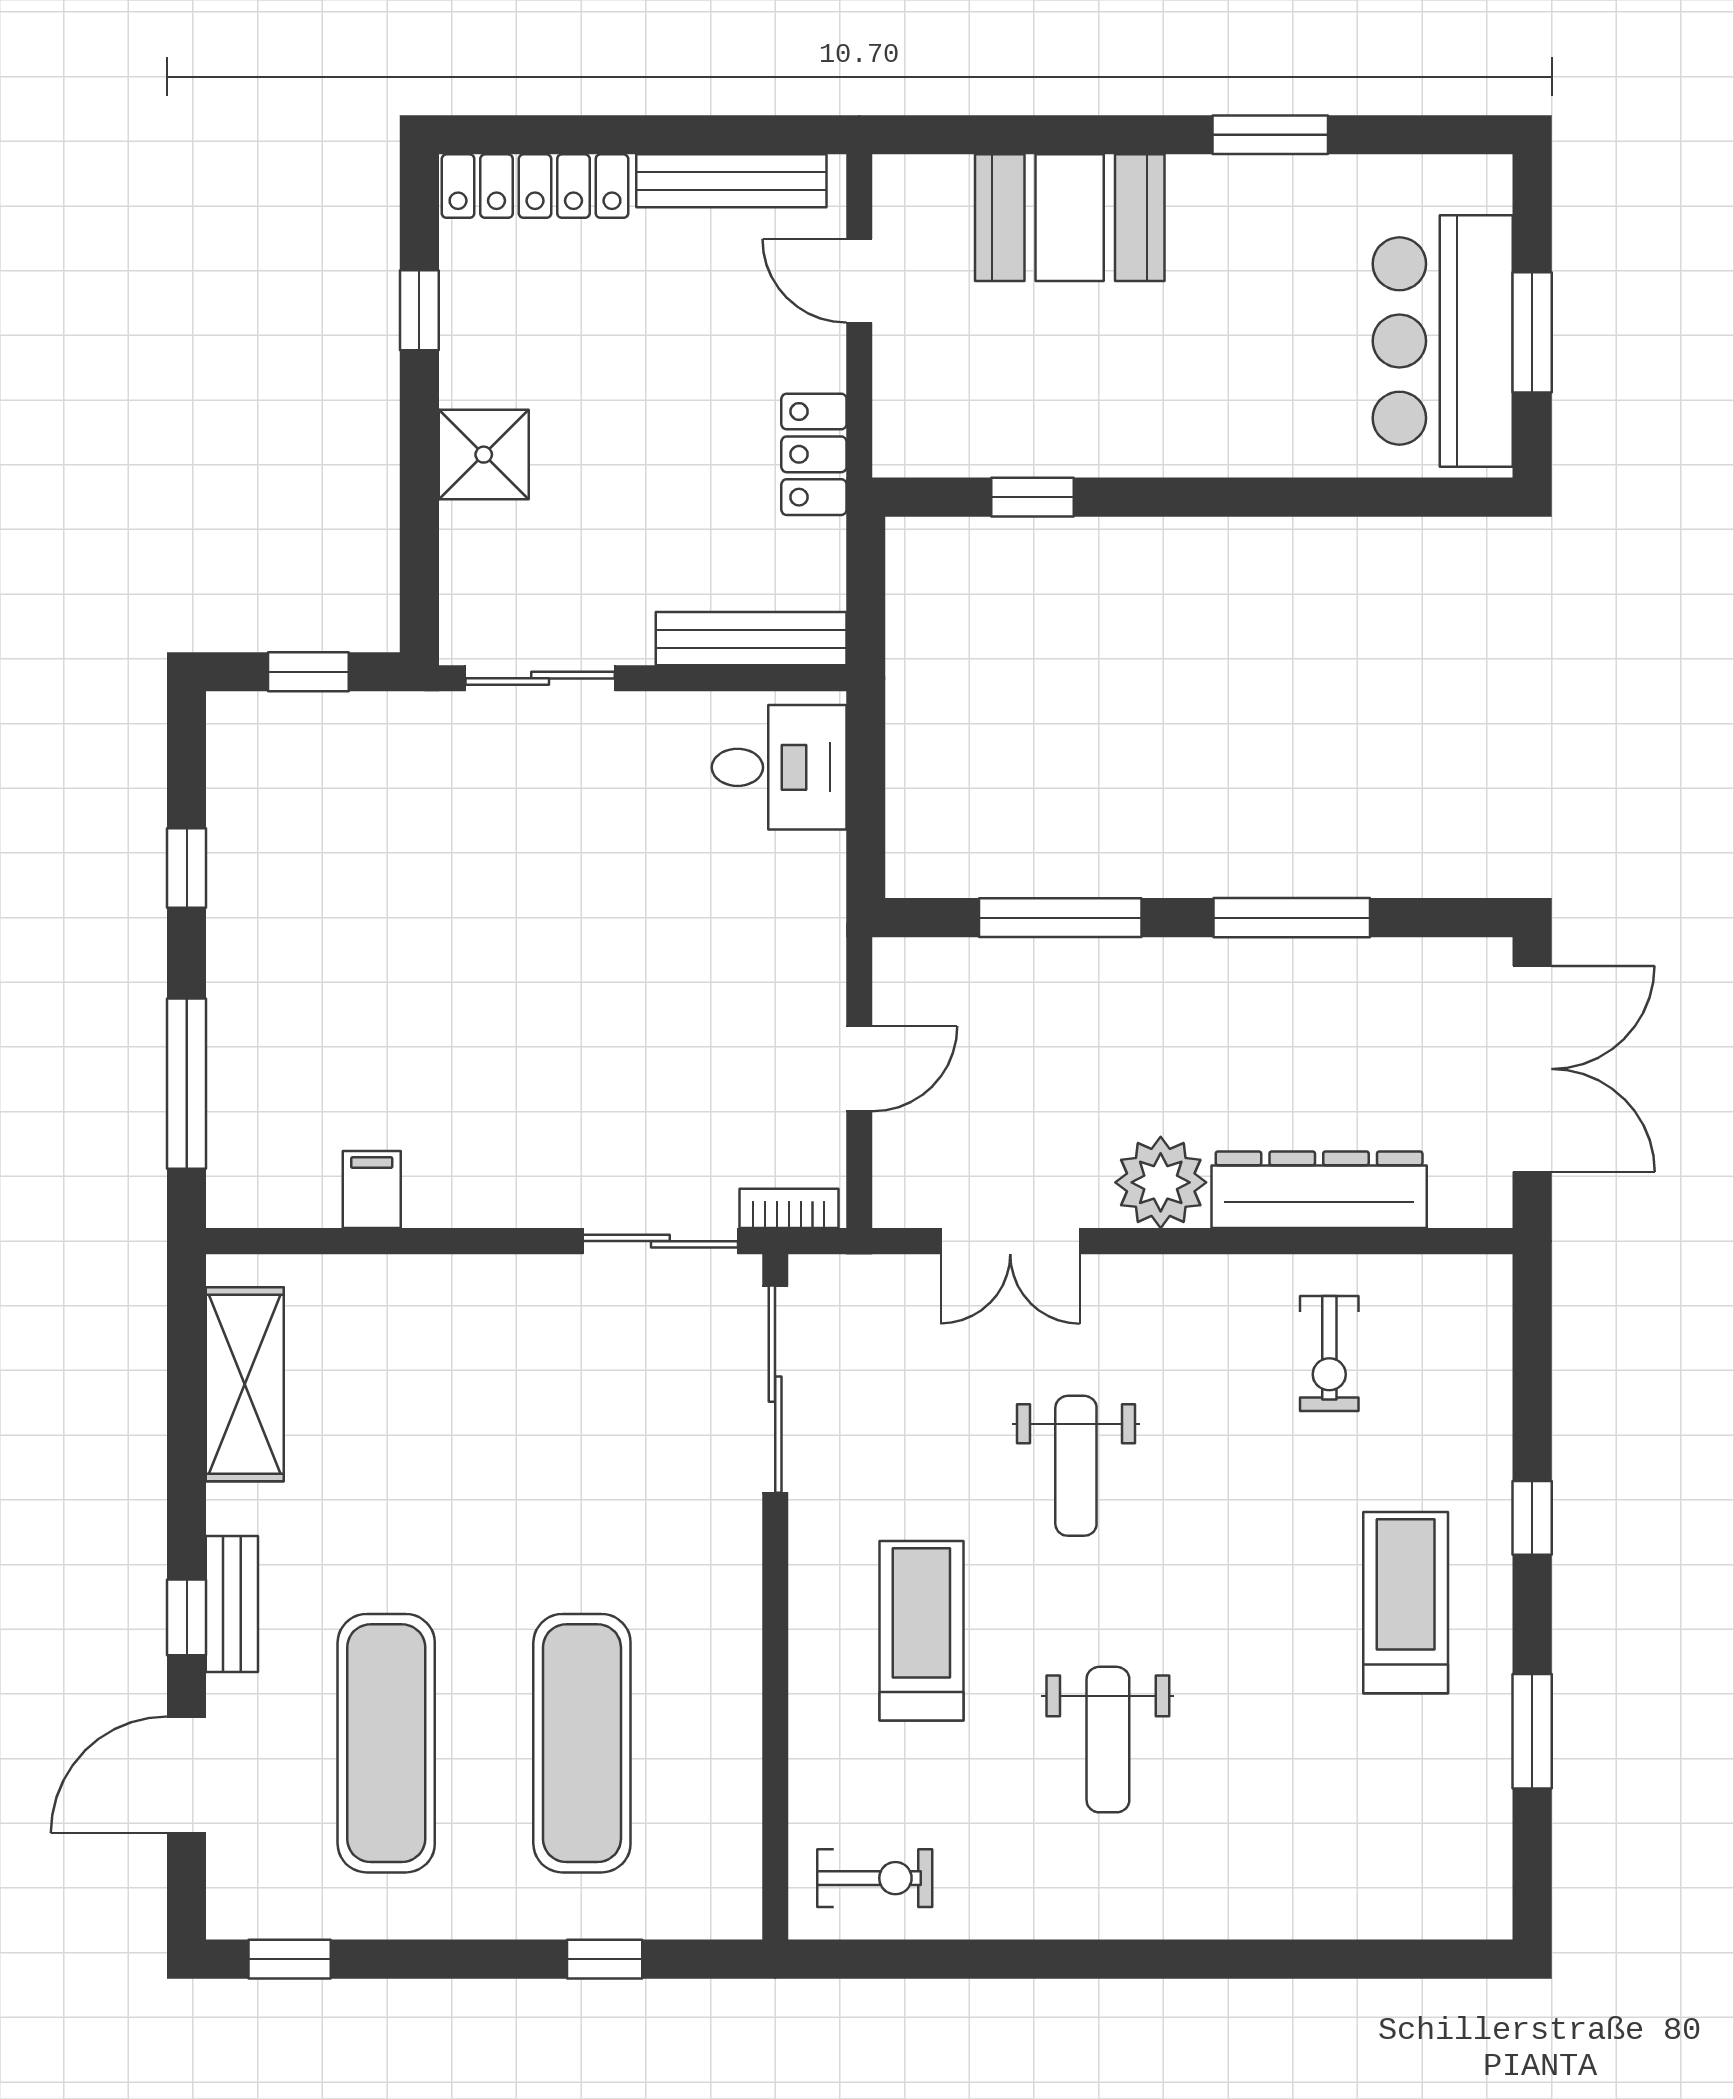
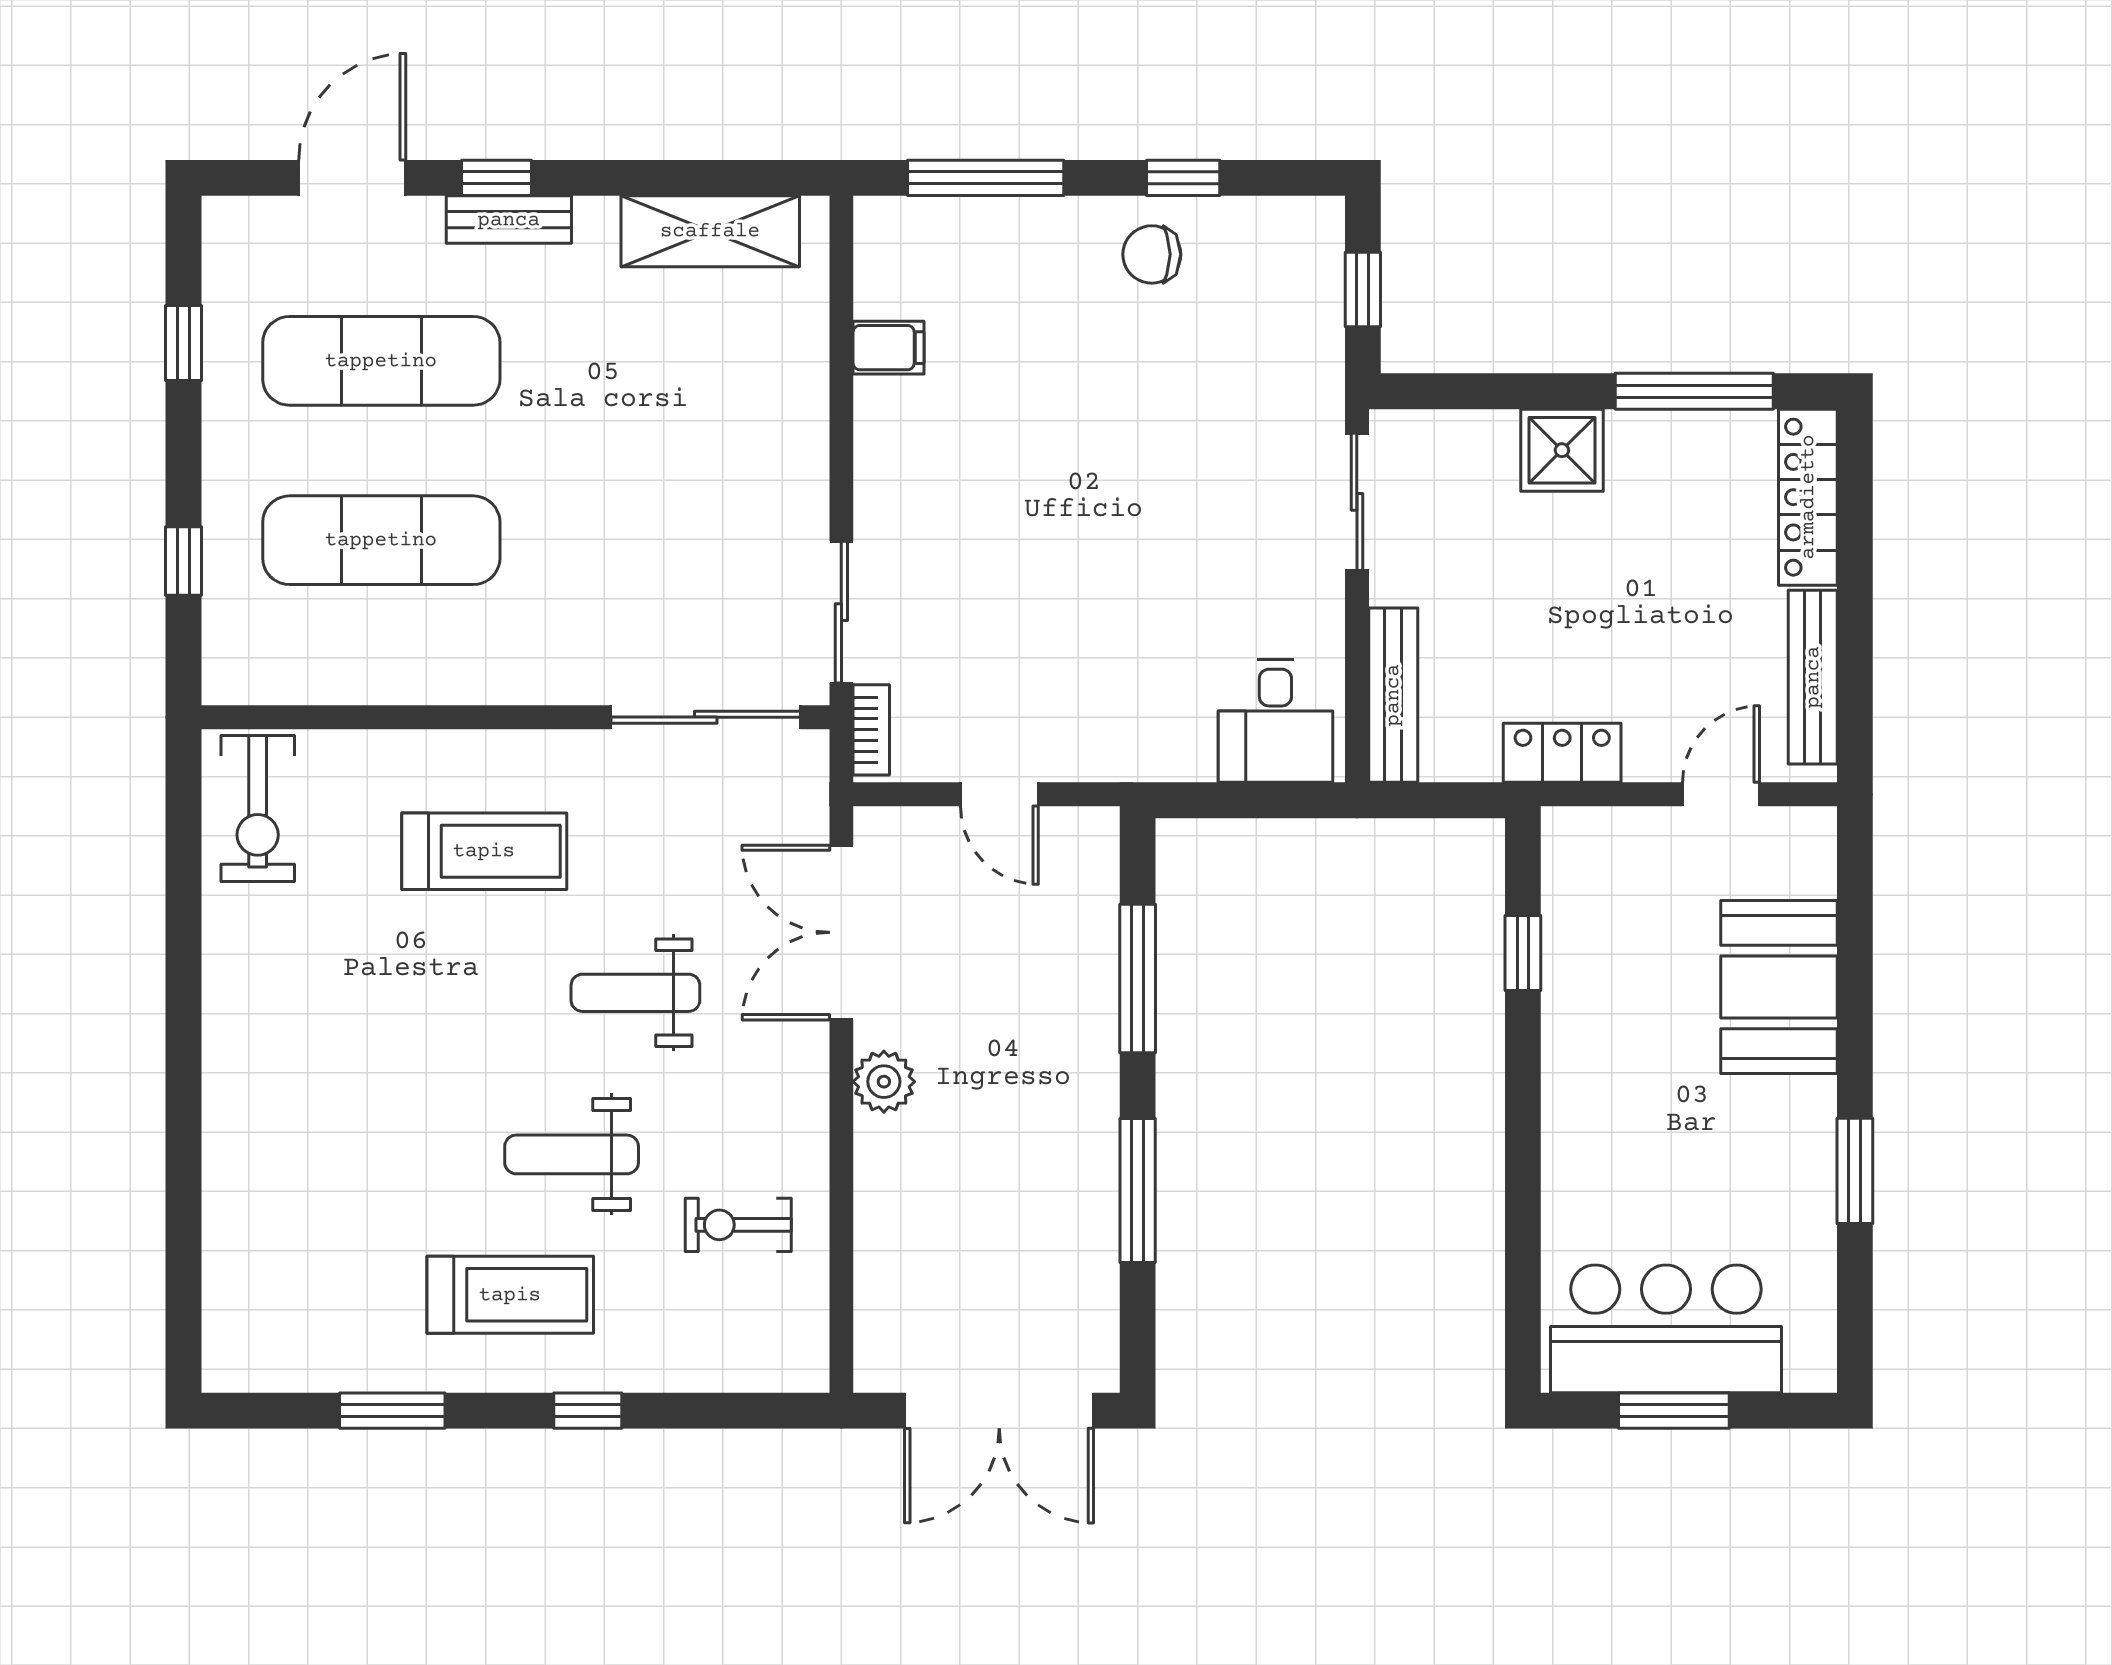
window: (419, 310) -> (1694, 391), width x2.17
chair: (270, 902) -> (1152, 254), added
plant: (1161, 1182) -> (884, 1082), width x0.73, depth x0.73
dresser: (1319, 1190) -> (888, 1216), removed
double door: (1010, 1241) -> (841, 932), width x1.37
weight bench: (1108, 1740) -> (572, 1154), moved
door: (187, 1775) -> (352, 178), hinge flipped
exercise bike: (875, 1878) -> (258, 808), width x1.38, depth x1.39
window: (290, 1959) -> (183, 343), moved

